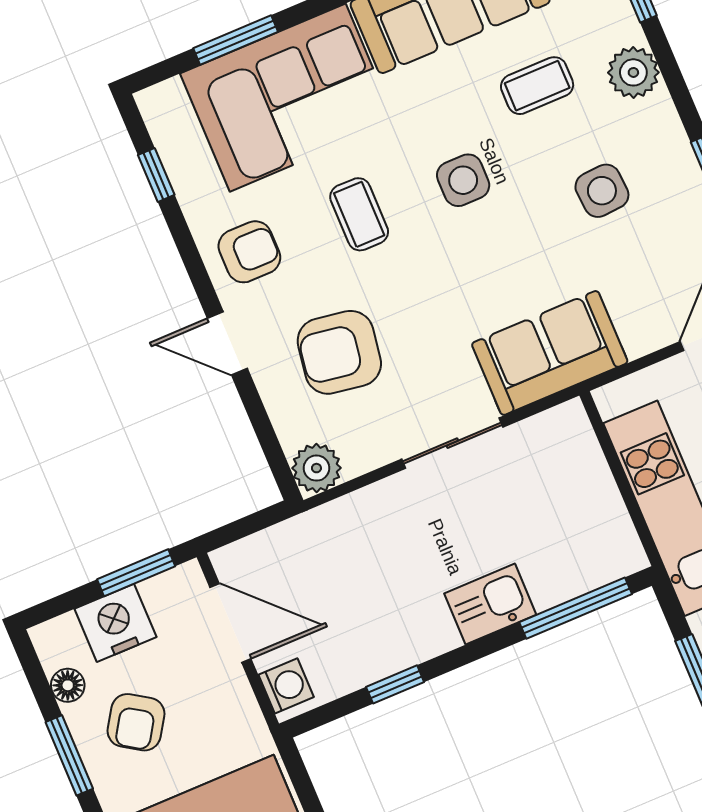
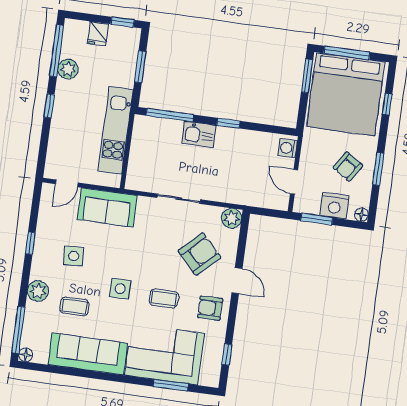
coffee table: (359, 214) -> (164, 298), turned 90
armchair: (339, 352) -> (199, 254), turned -53
sofa: (550, 353) -> (107, 207), moved
door: (230, 623) -> (294, 182), width x0.73
window: (395, 684) -> (228, 123), moved
floor lamp: (68, 685) -> (361, 215), moved
armchair: (136, 722) -> (348, 167), turned 180

